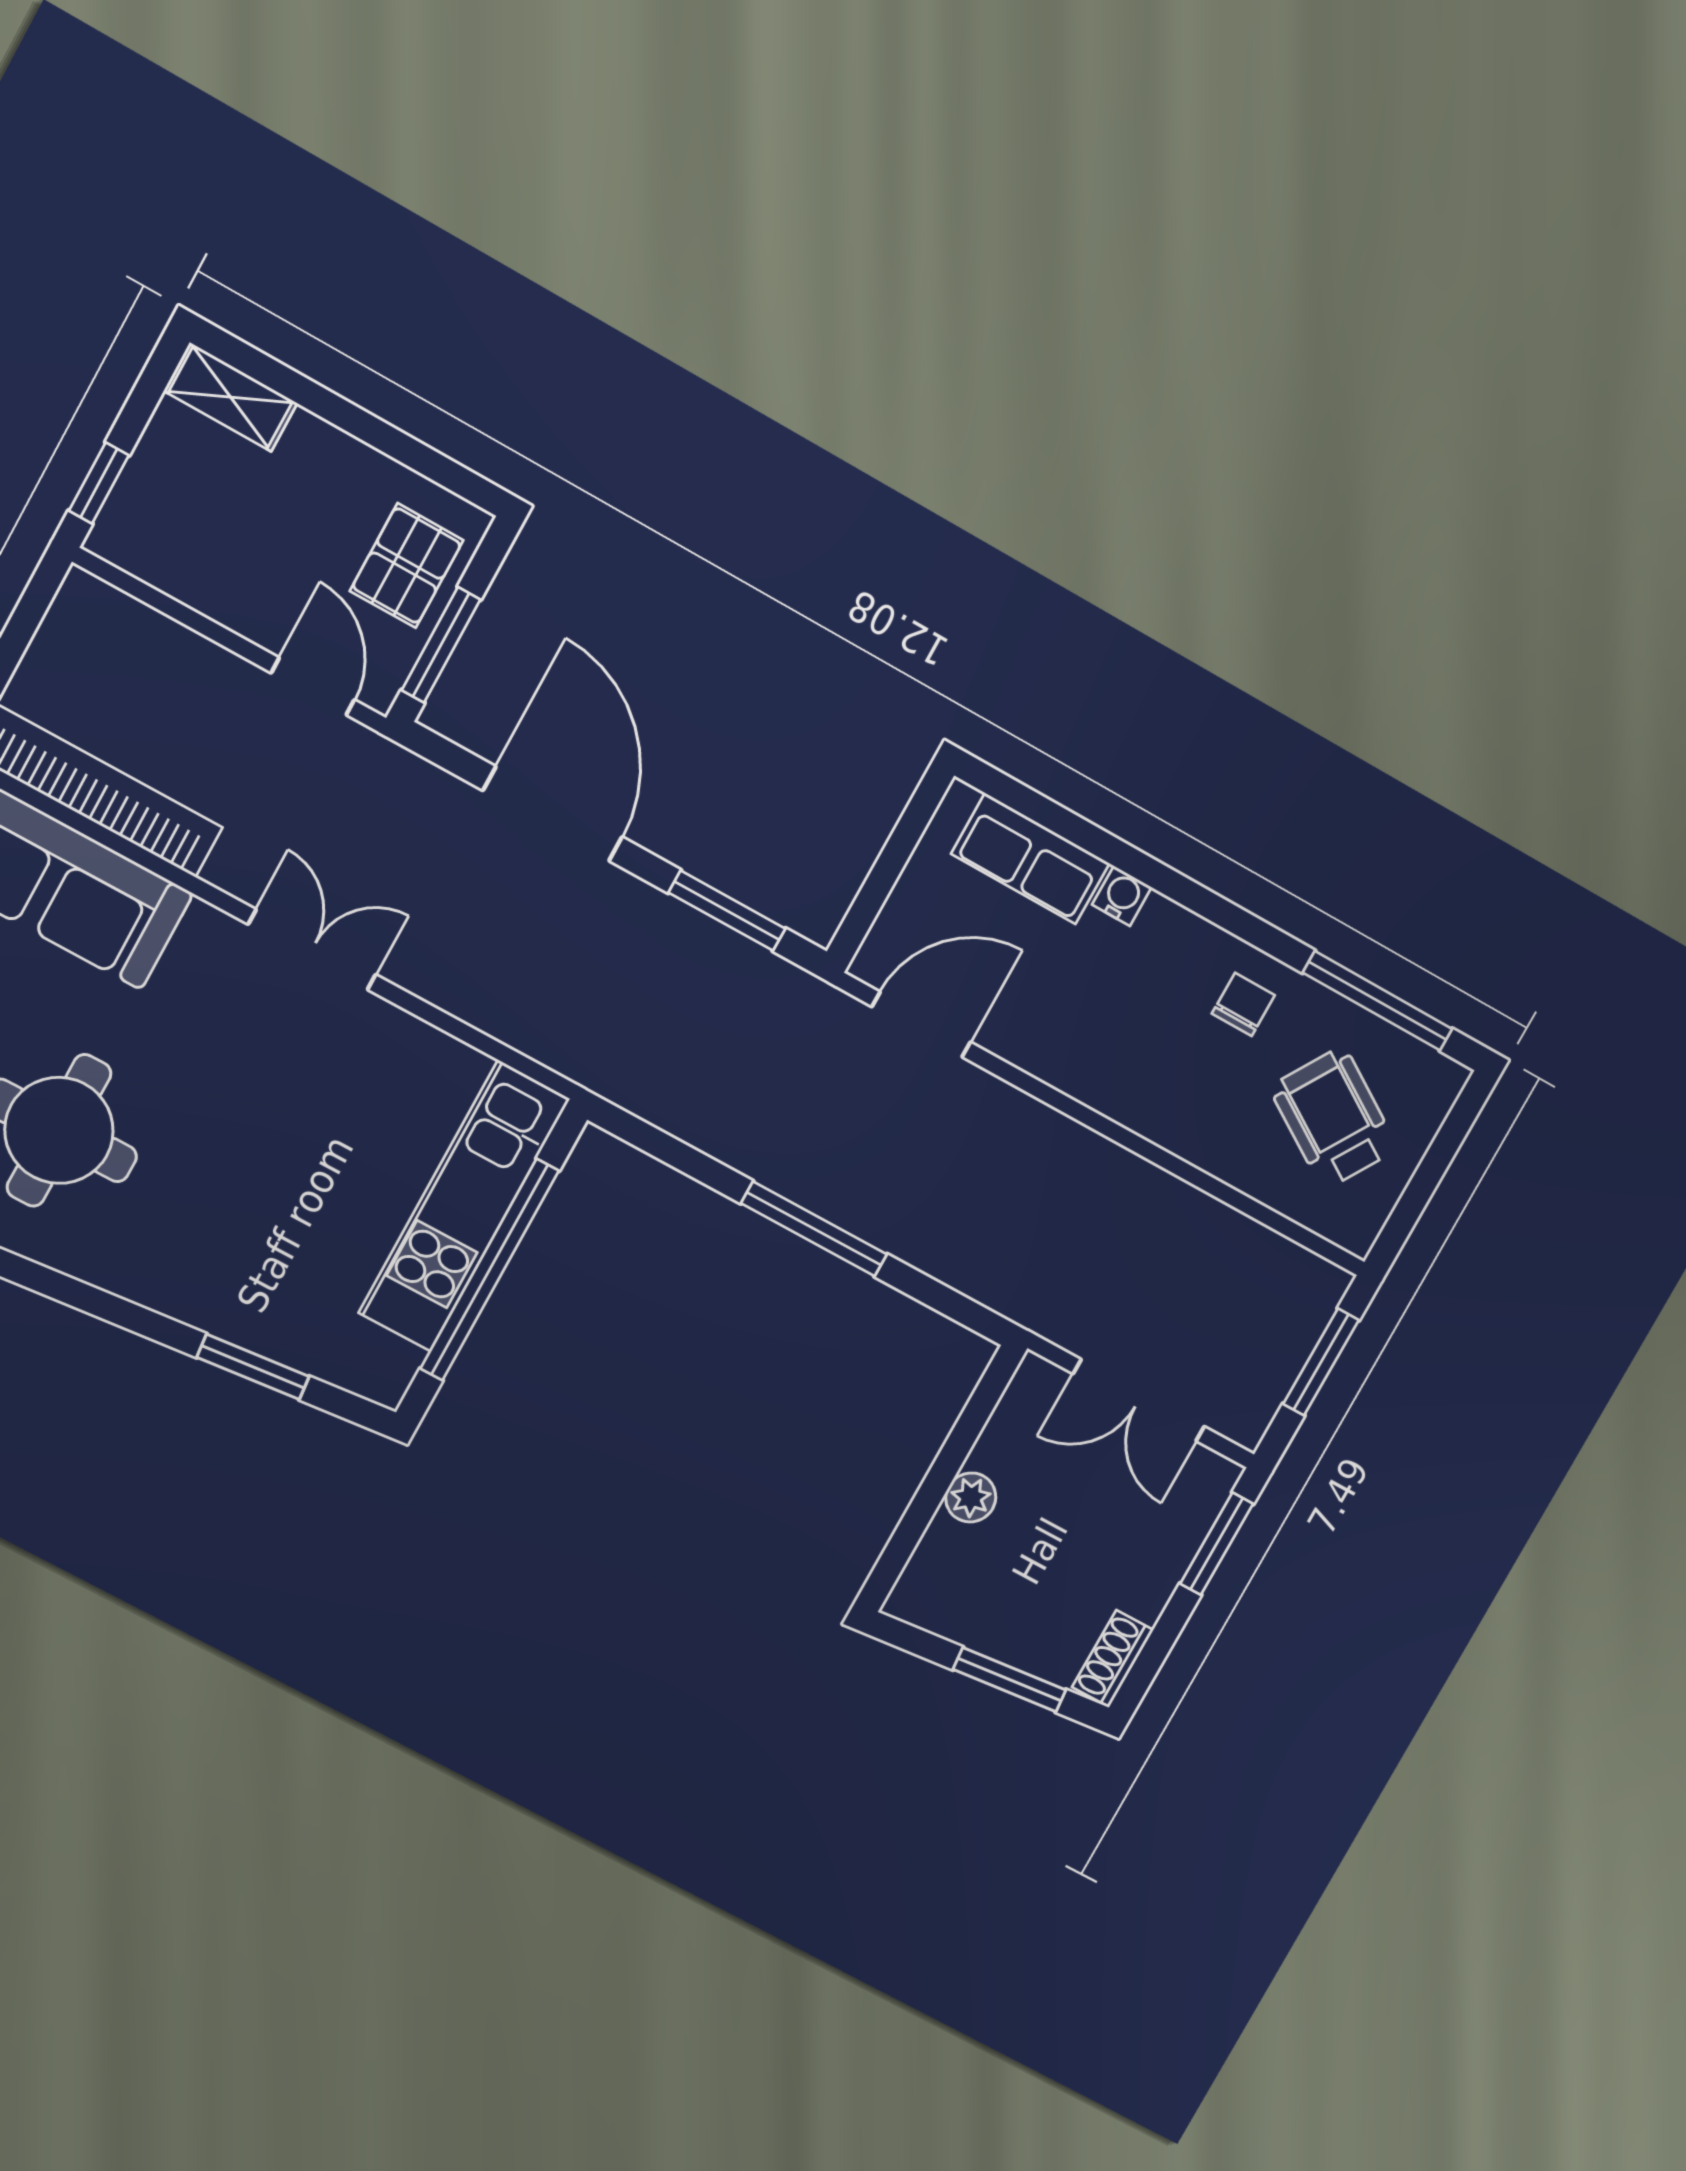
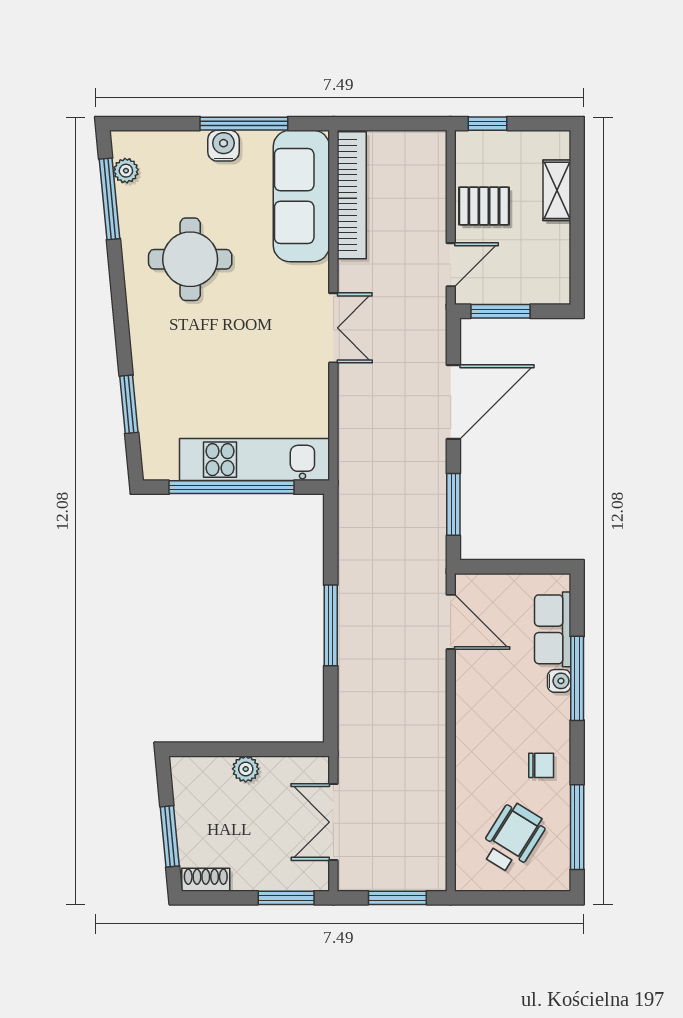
shelving: (230, 397) -> (557, 190), moved
pallet: (407, 566) -> (484, 206), moved
window: (1135, 863) -> (577, 678), added

